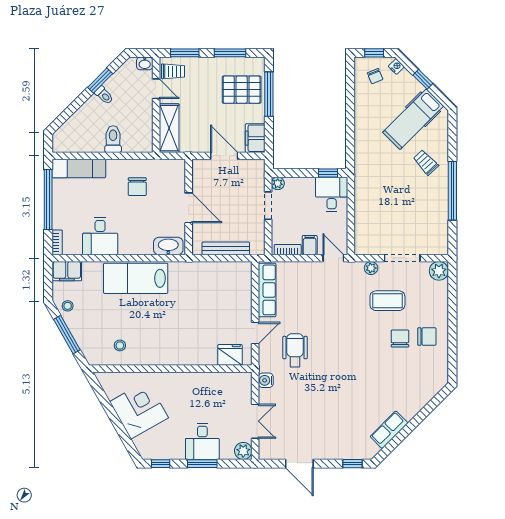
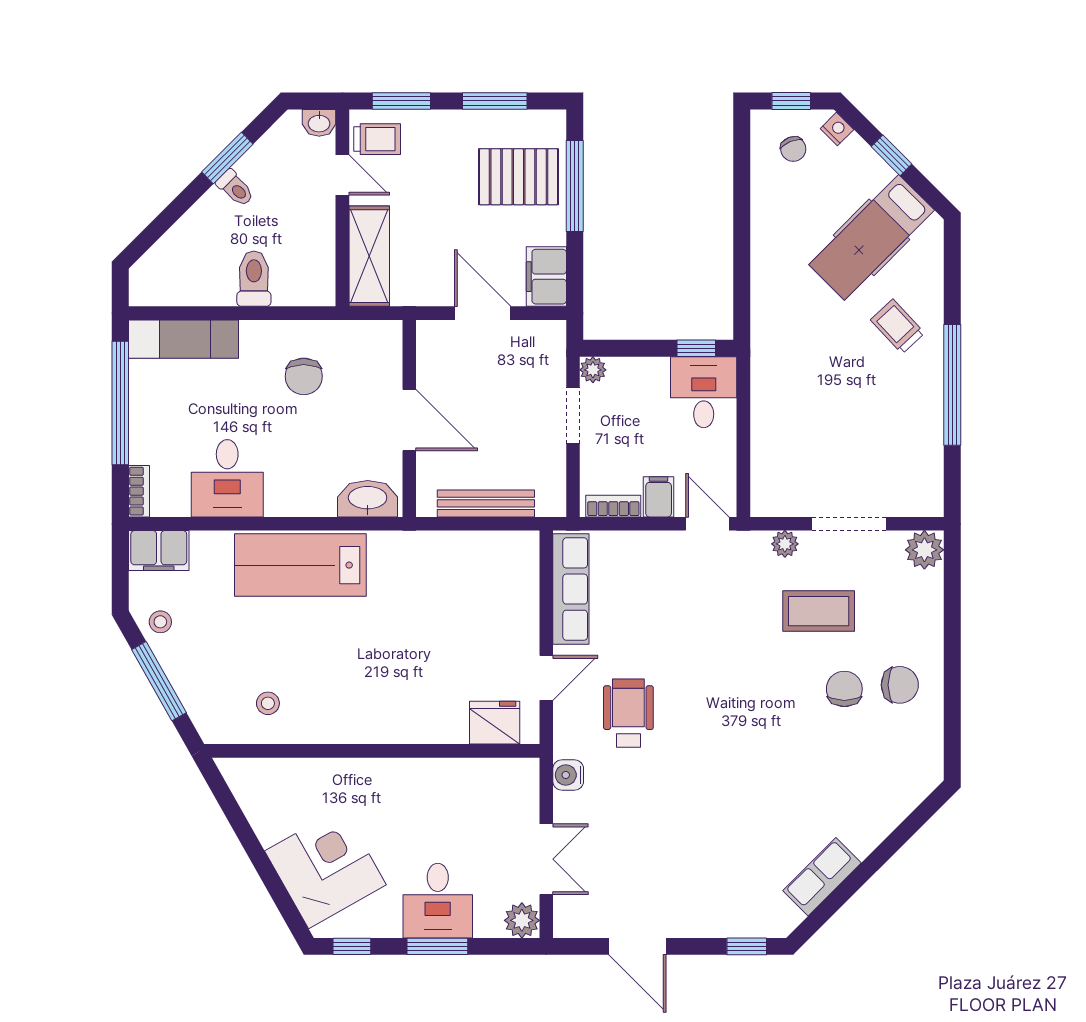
corner desk: (139, 410) -> (325, 868), moved

